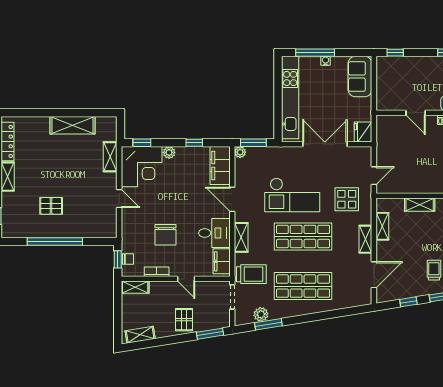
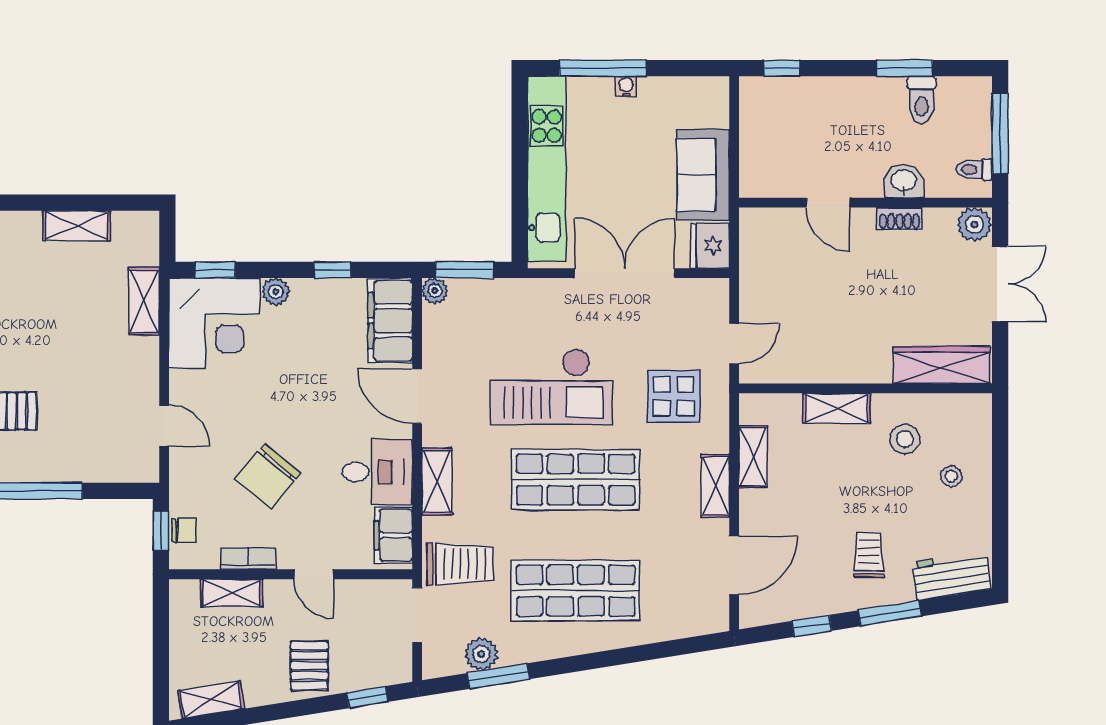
sofa: (360, 77) -> (703, 175), moved
shelving: (73, 125) -> (77, 226), width x0.67, depth x0.75
door: (119, 199) -> (164, 426), moved
chair: (166, 235) -> (268, 476), turned 40
shelving: (135, 287) -> (232, 593), moved
window: (210, 334) -> (367, 697), width x0.67

